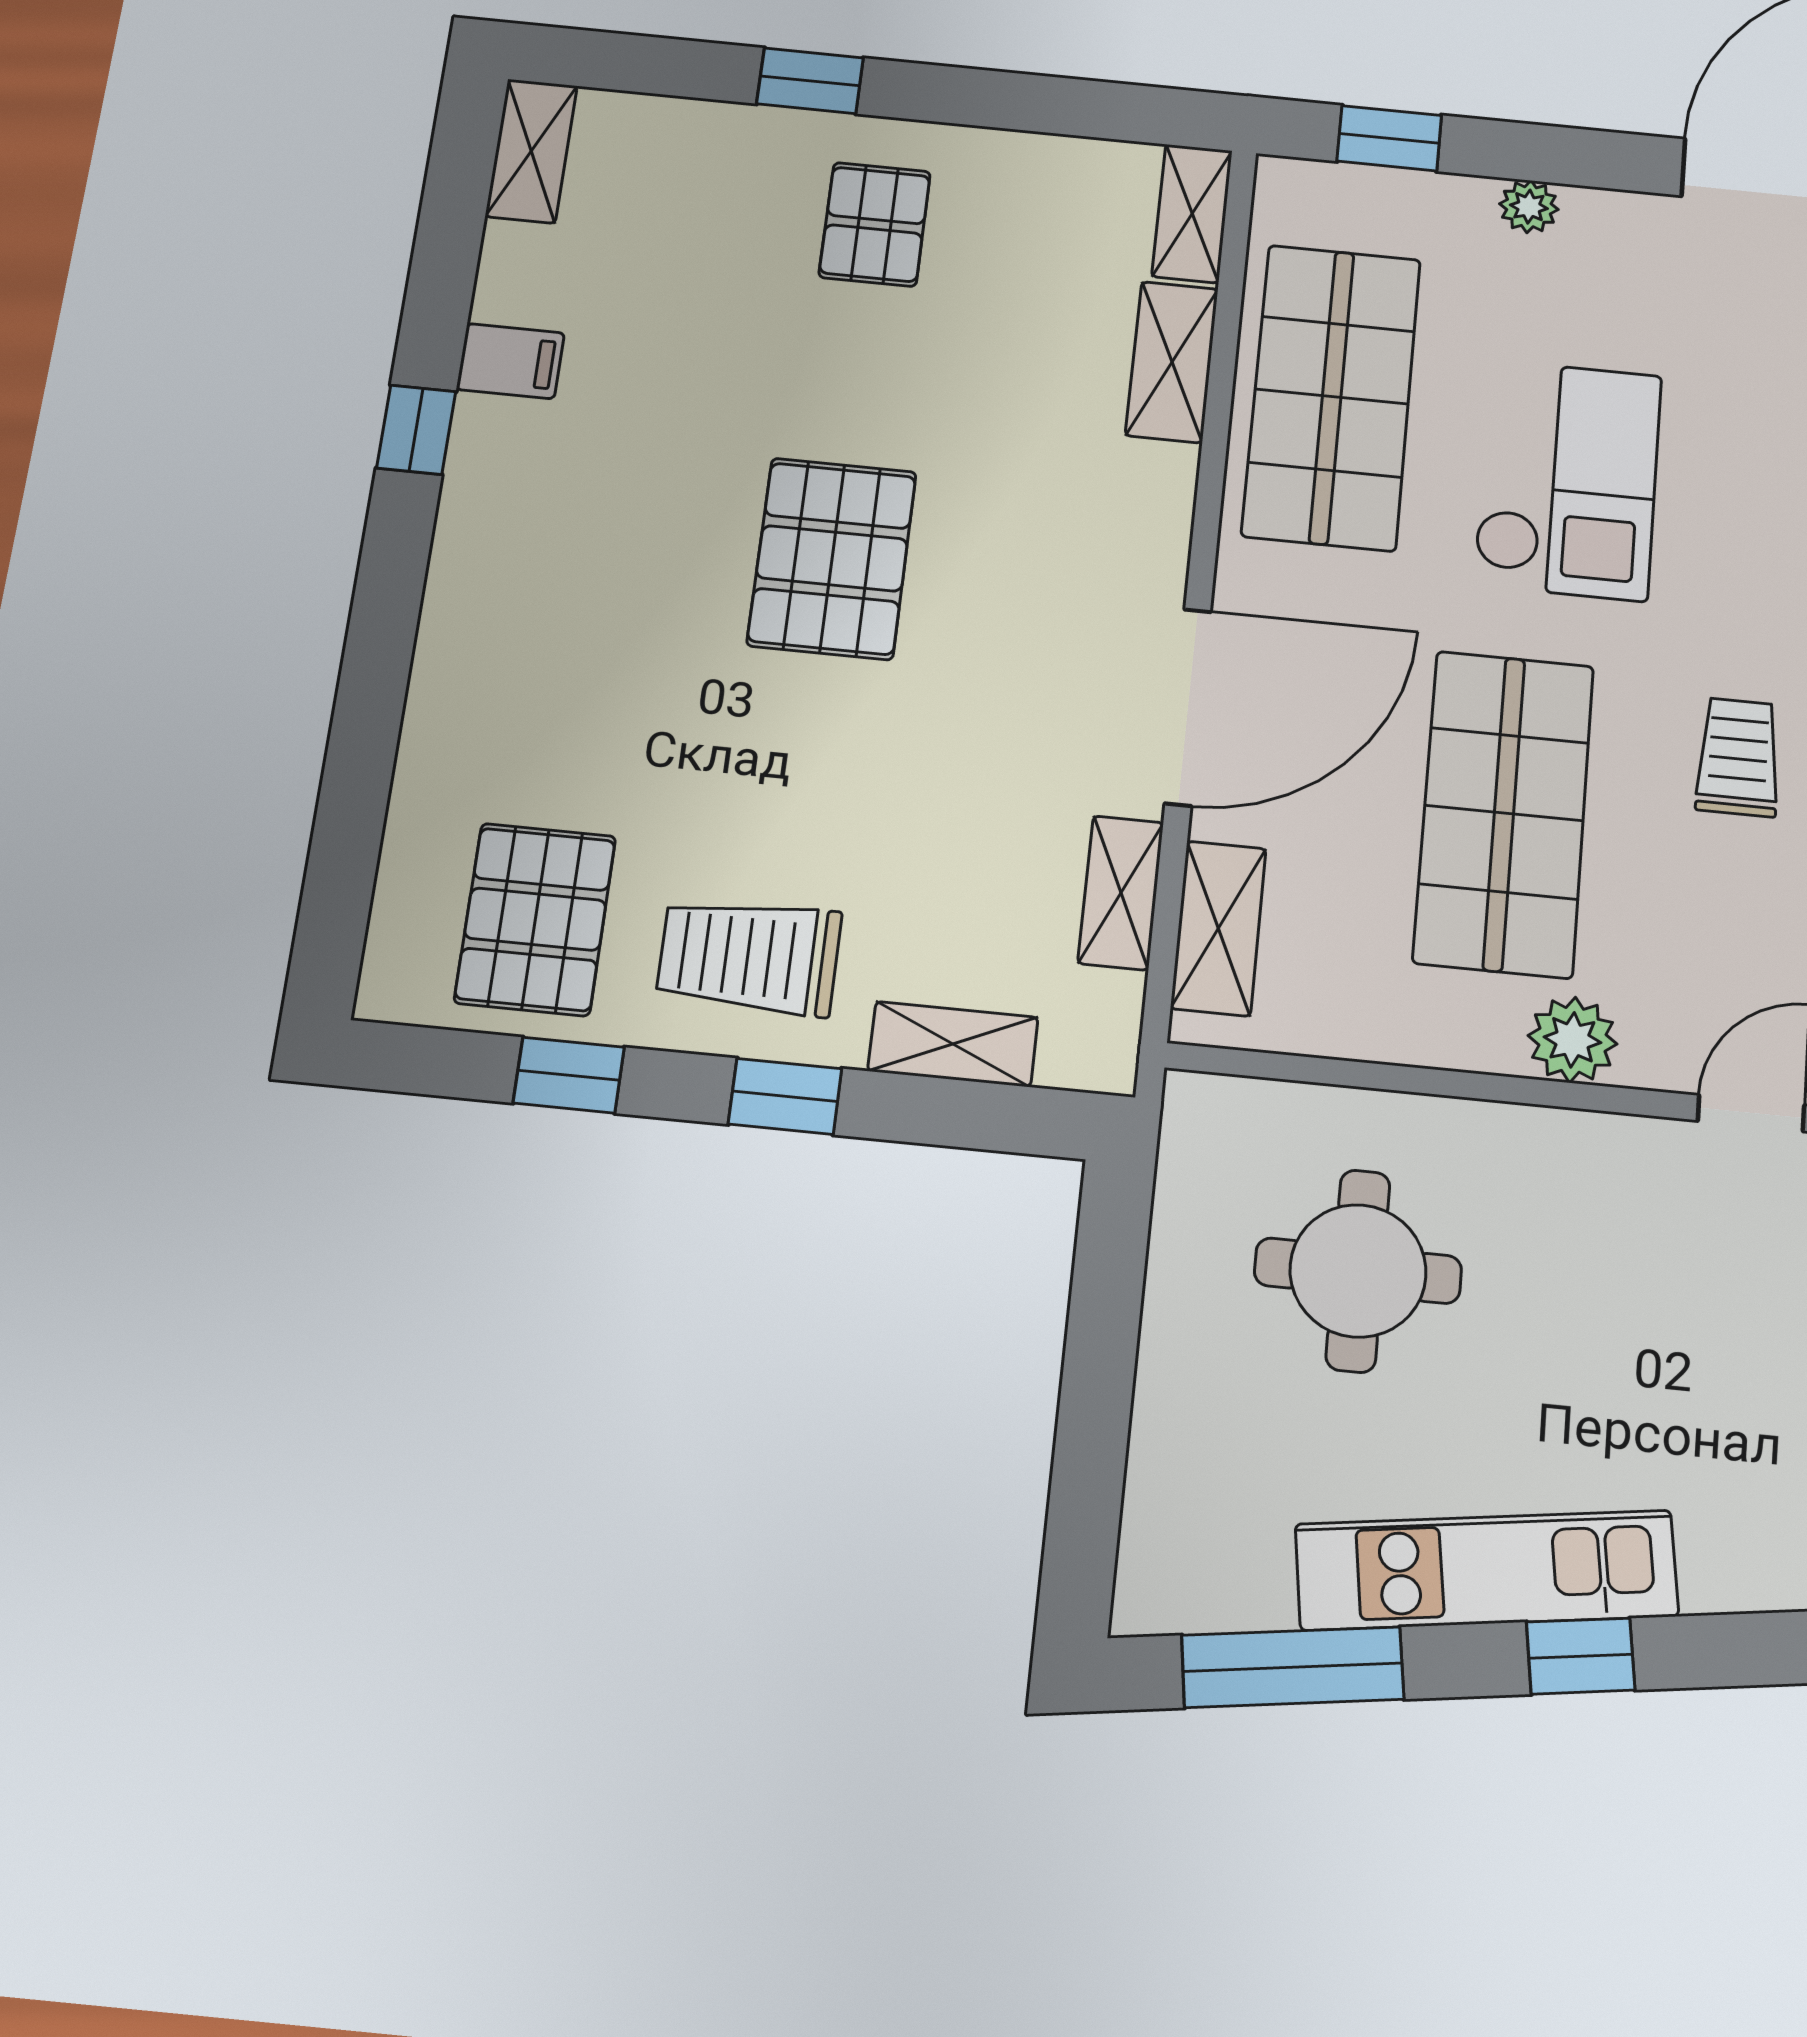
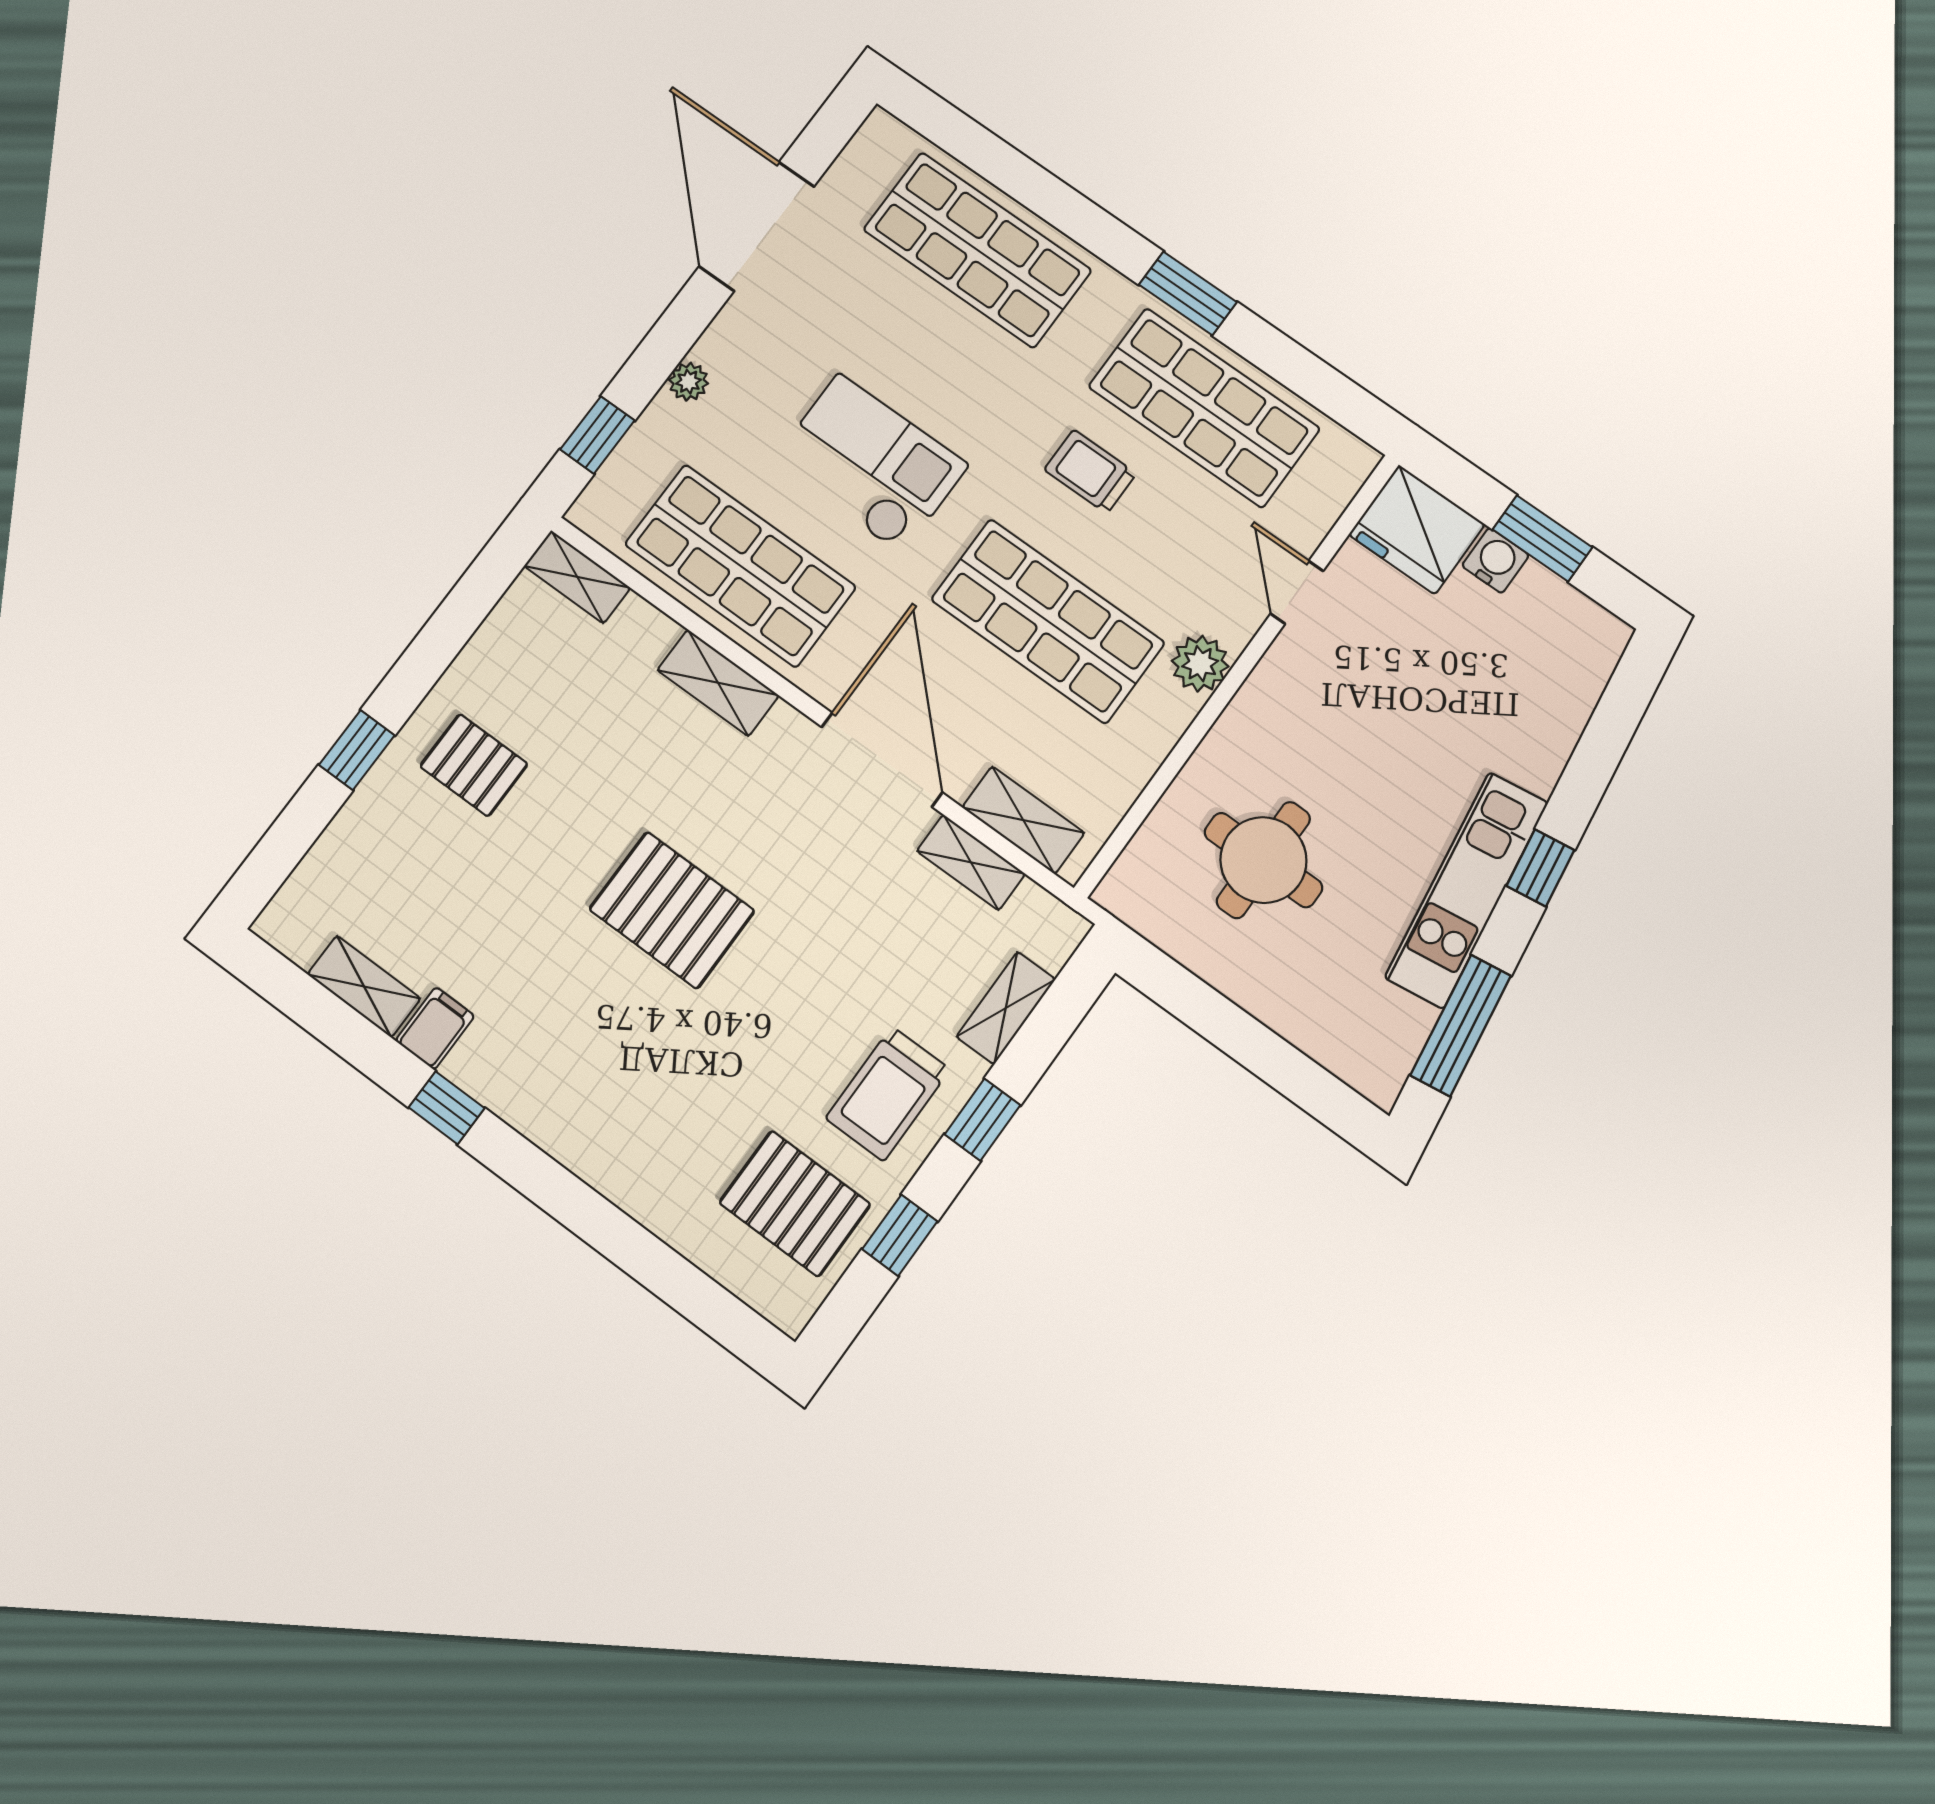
shelving: (531, 151) -> (364, 986), moved
shelving: (1172, 362) -> (718, 683), moved

